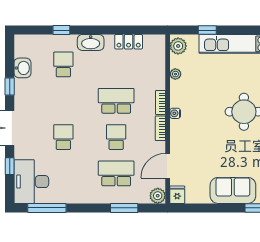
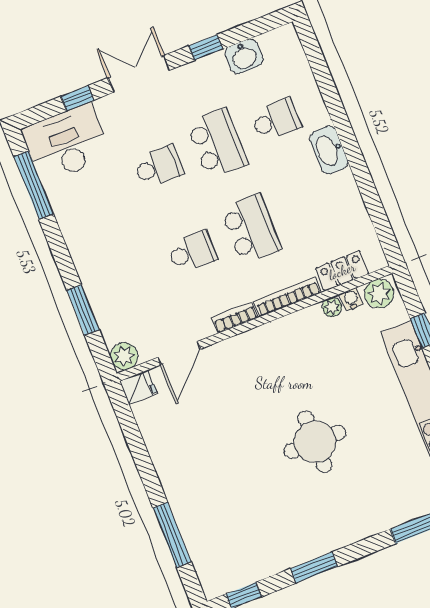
window: (61, 30) -> (330, 95), removed
locker: (129, 42) -> (342, 271), moved, turned 90
bookcase: (161, 102) -> (288, 297), width x1.56
water cooler: (175, 113) -> (351, 299), moved
door: (168, 166) -> (179, 353), swing flipped
school desk: (116, 173) -> (217, 143), moved
sofa: (233, 190) -> (181, 474), removed

